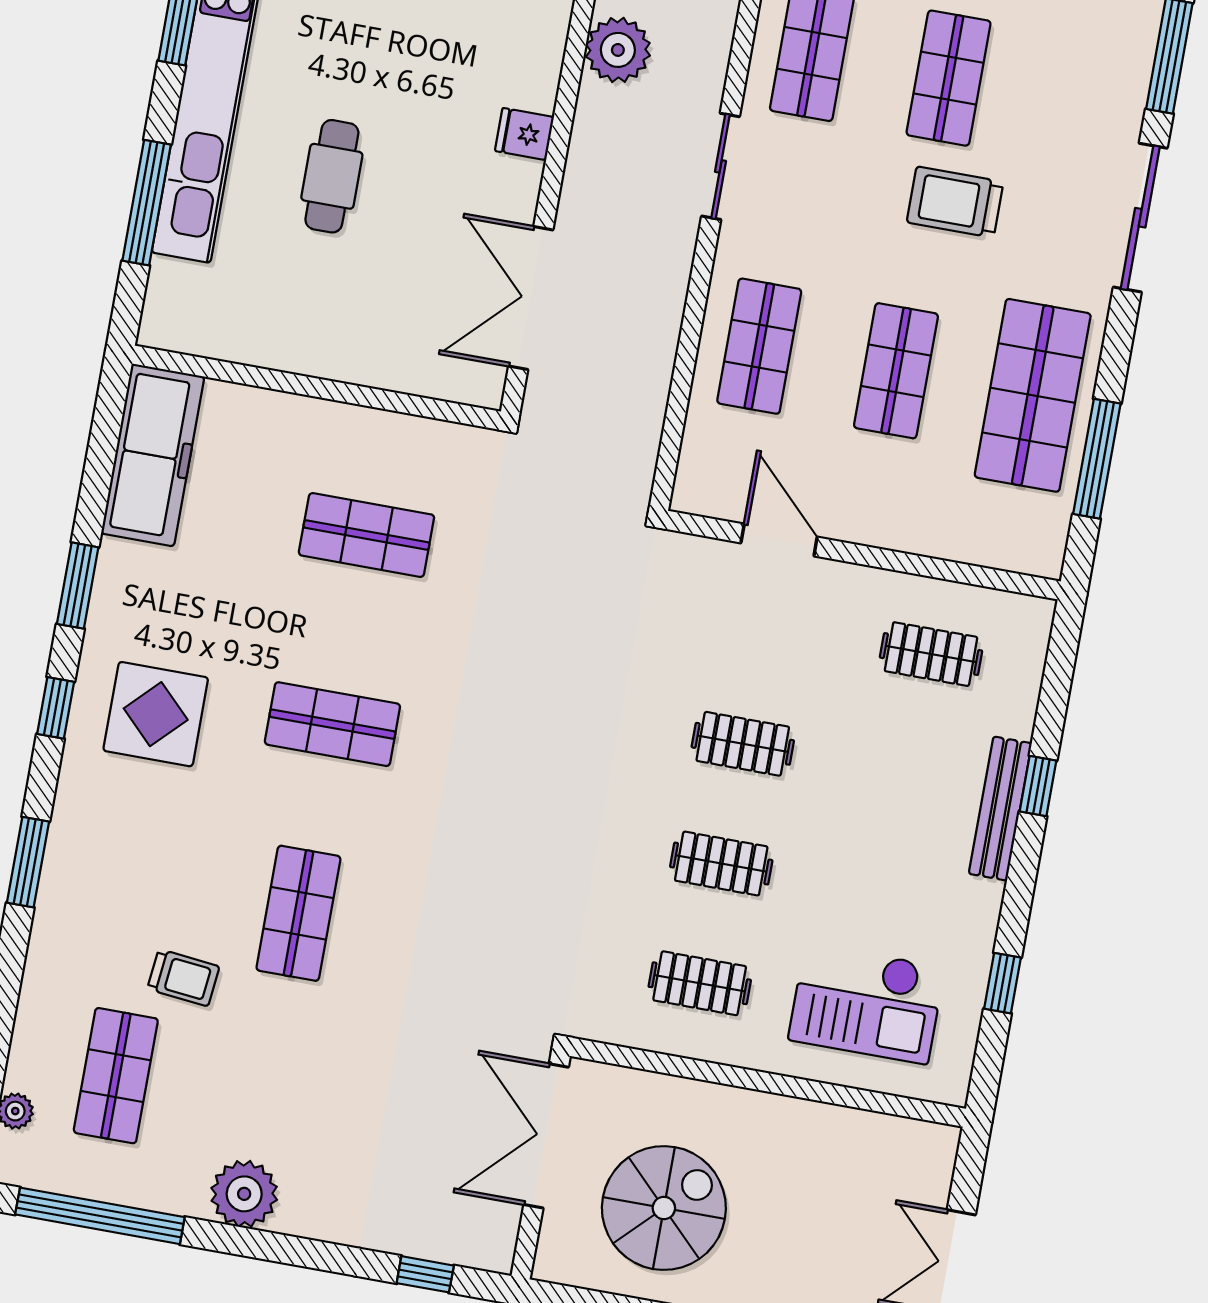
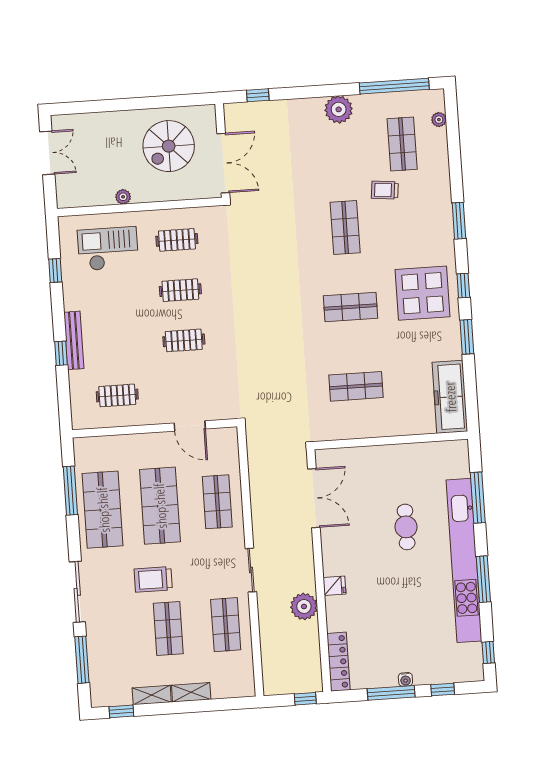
fridge: (524, 134) -> (335, 586), moved
trolley: (955, 202) -> (153, 579), turned 180
shop shelf: (896, 371) -> (160, 506), width x1.43, depth x1.36
display table: (156, 714) -> (423, 293), width x1.36, depth x1.36
plant: (800, 1116) -> (123, 197), added

